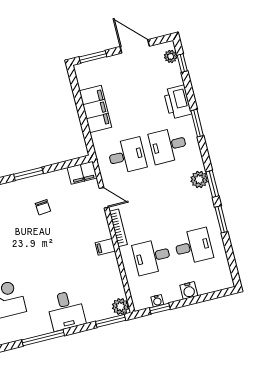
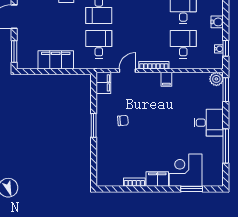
desk: (152, 257) -> (183, 44), turned 180

